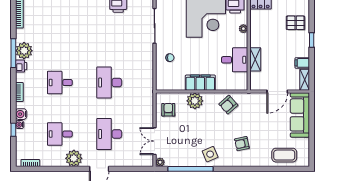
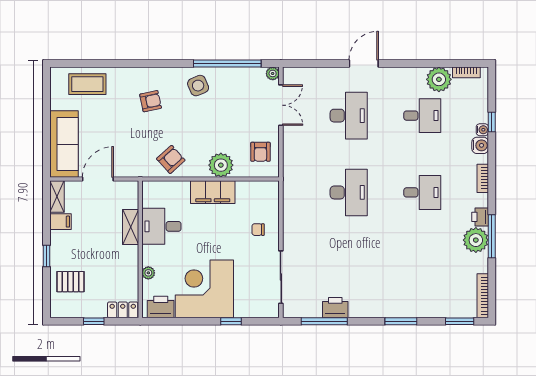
plant: (74, 158) -> (439, 79), moved

